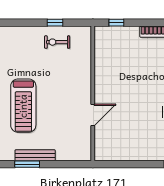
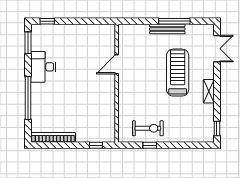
exercise bike: (57, 42) -> (148, 128), width x1.38, depth x1.39
window: (27, 164) -> (174, 21), width x1.44

